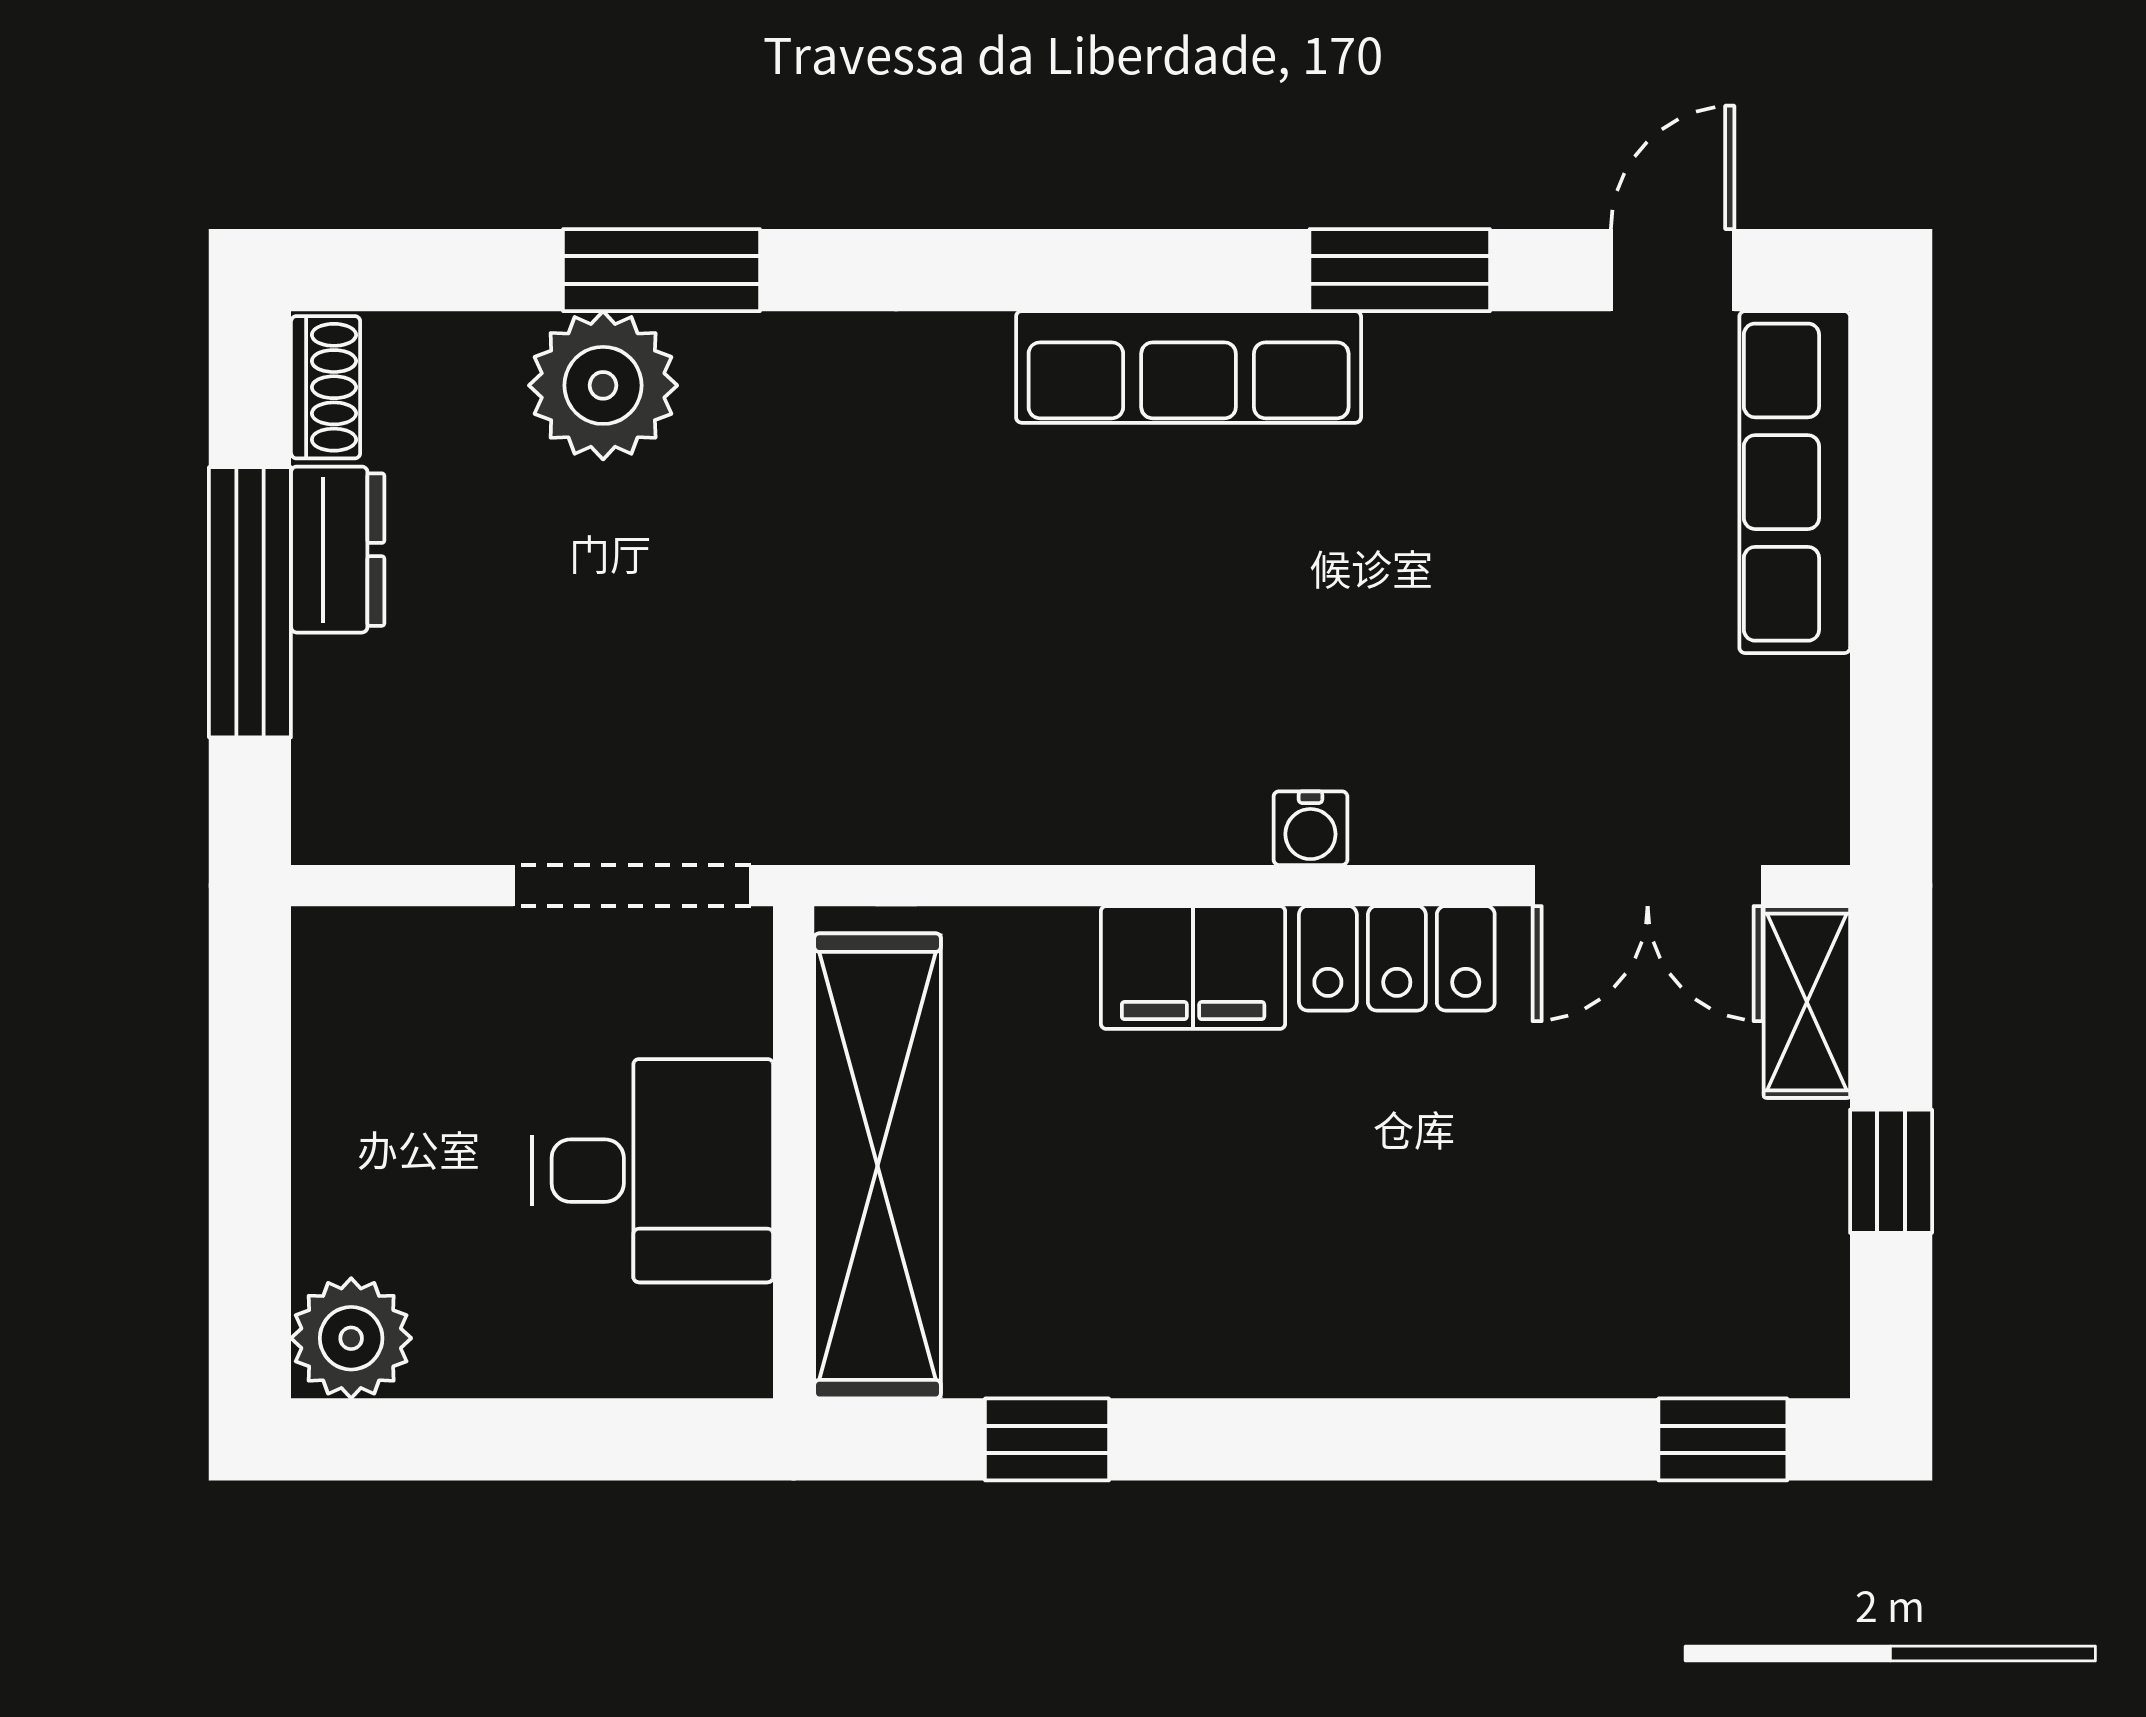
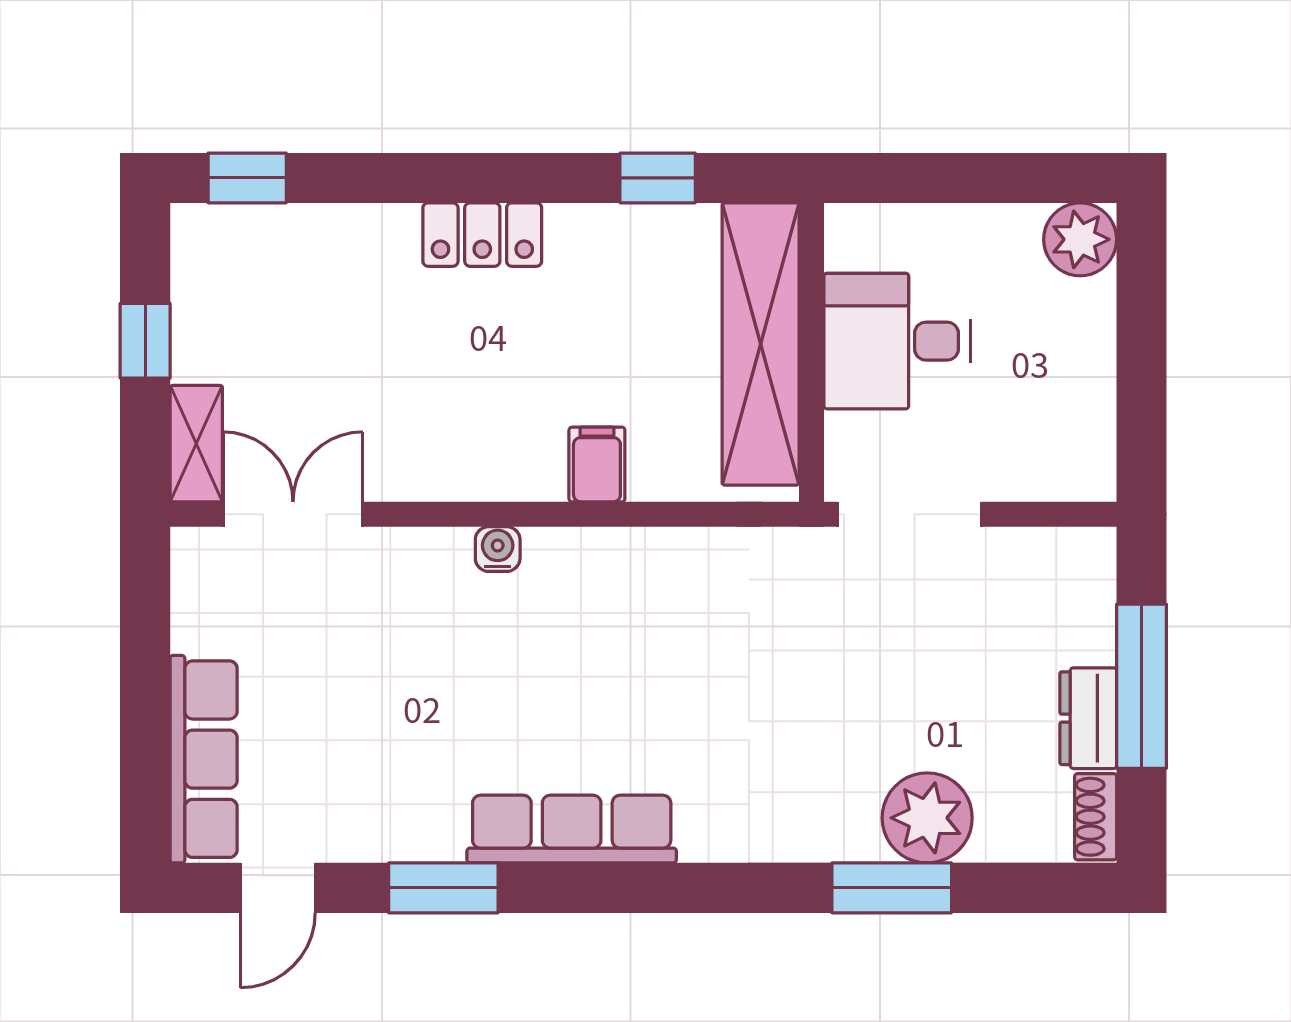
locker: (1397, 958) -> (482, 235), moved, turned 180
filing cabinet: (1193, 968) -> (597, 464), width x0.50

